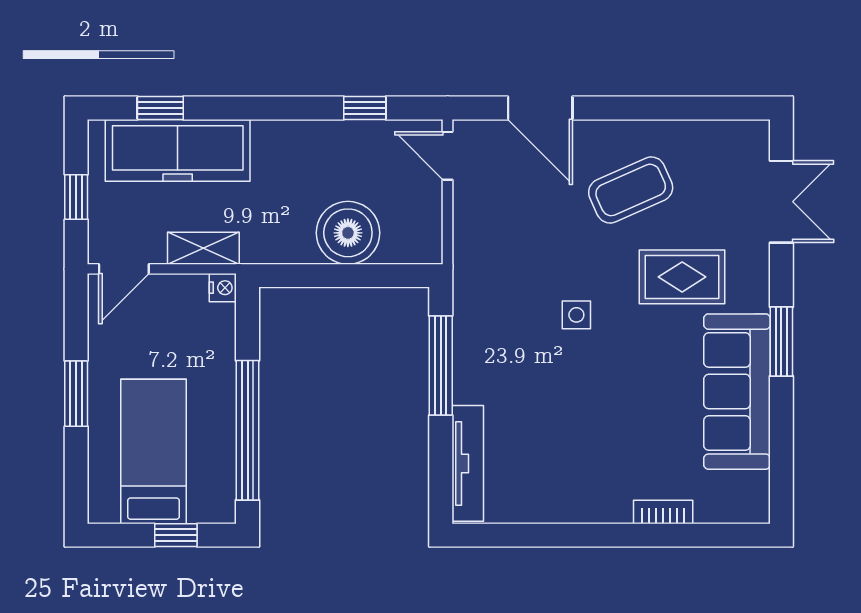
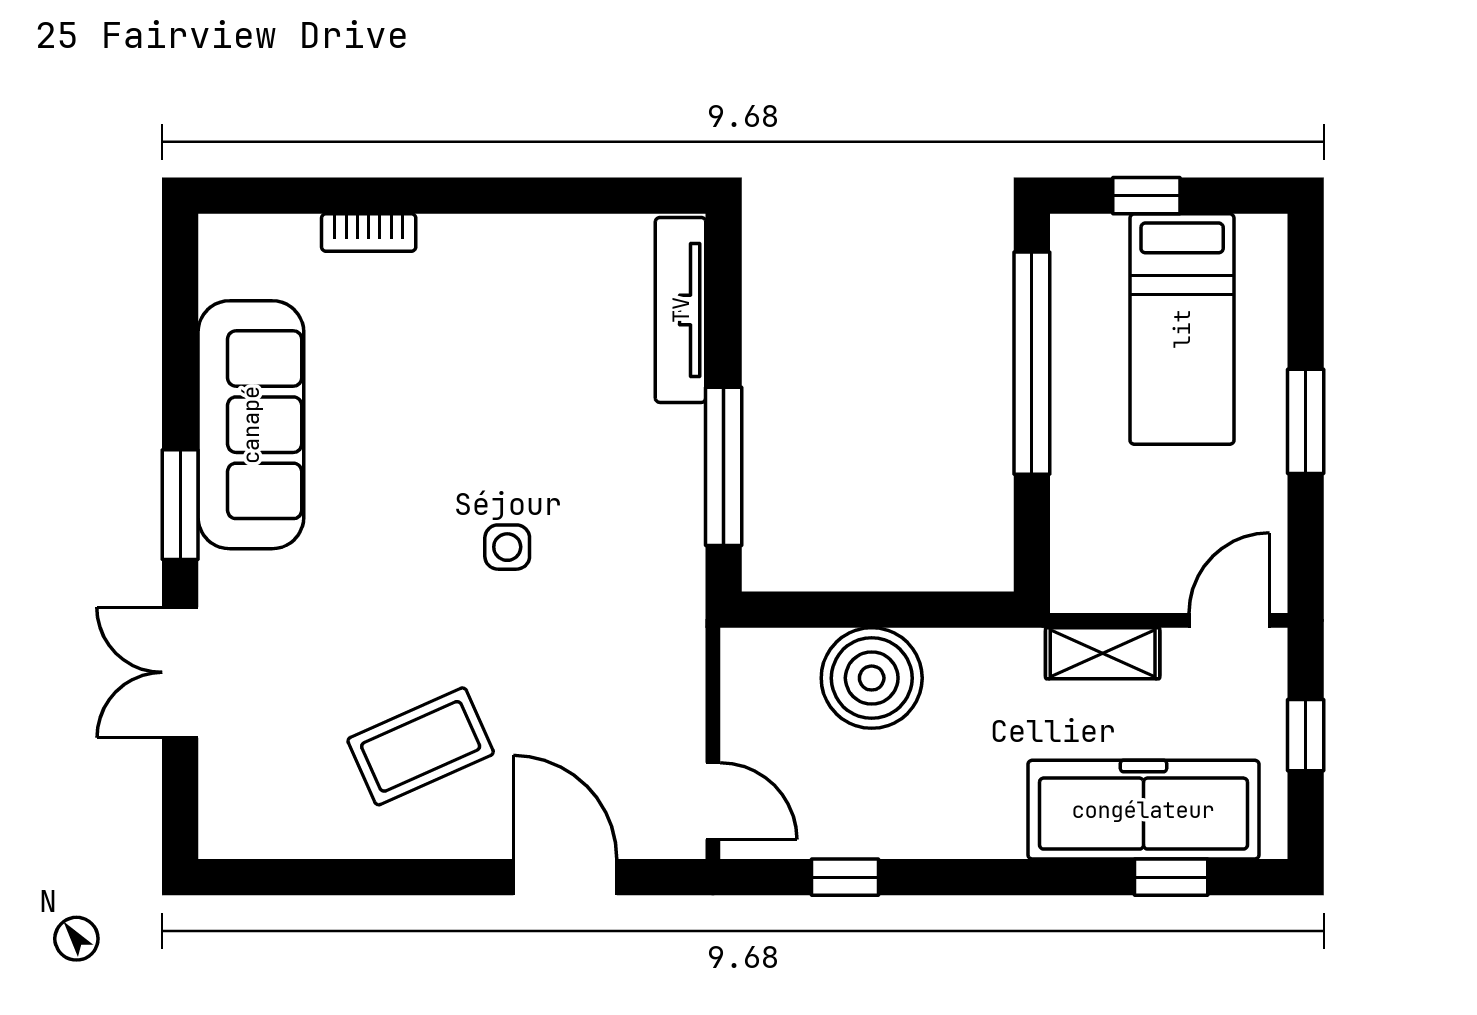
double door: (781, 202) -> (180, 672), moved
rug: (682, 277) -> (339, 608), removed
nightstand: (223, 288) -> (1071, 590), removed

